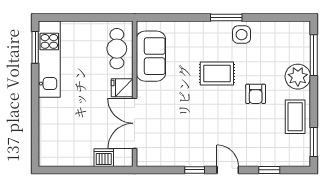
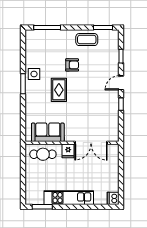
kitchen unit: (49, 59) -> (69, 198), moved
plant: (298, 77) -> (61, 38), removed
dishwasher: (104, 158) -> (113, 198), moved

